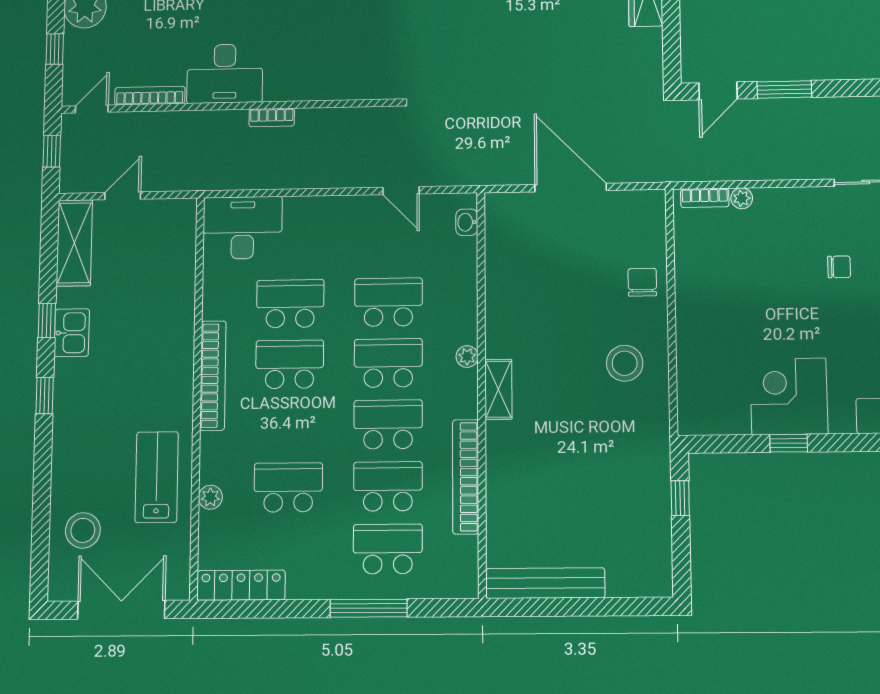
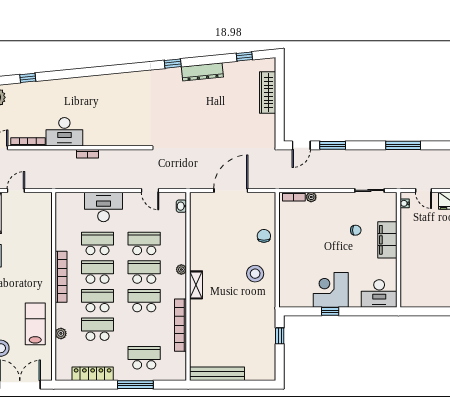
door: (571, 188) -> (231, 190), hinge flipped
desk: (242, 228) -> (104, 207), moved
school desk: (388, 486) -> (97, 301), moved
locker: (241, 585) -> (93, 374), moved

